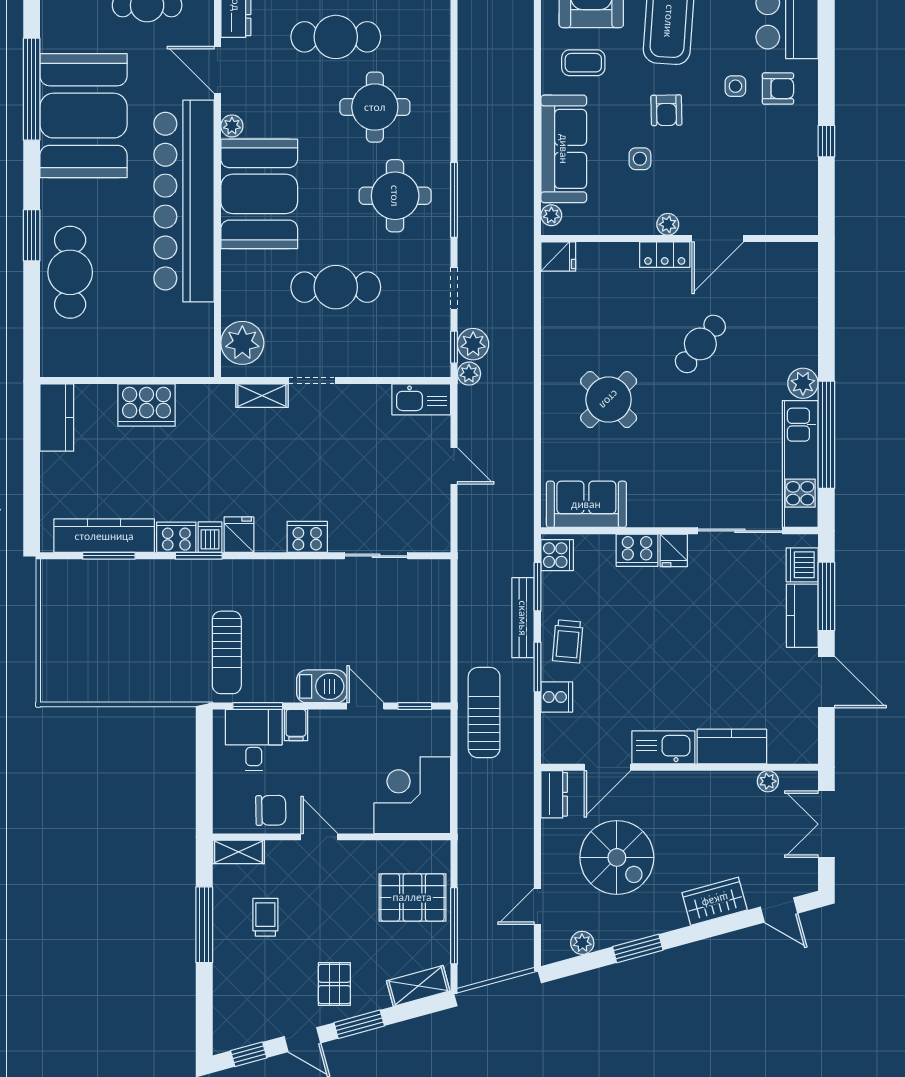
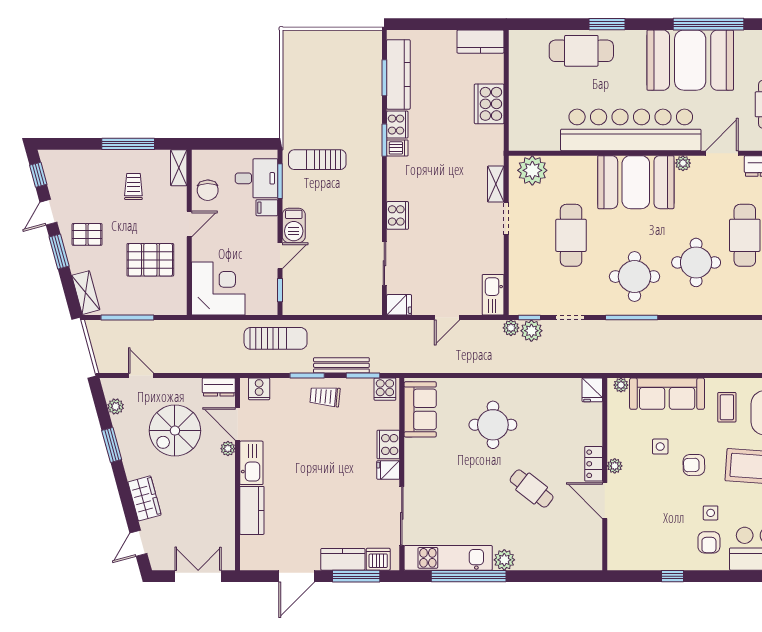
round table: (609, 400) -> (493, 425), turned 45
fridge: (239, 535) -> (399, 305), moved
cooker: (557, 697) -> (259, 389), moved
plant: (768, 781) -> (228, 449), moved
pallet: (412, 897) -> (150, 260), moved, turned 90
trolley: (265, 917) -> (133, 186), turned -90

